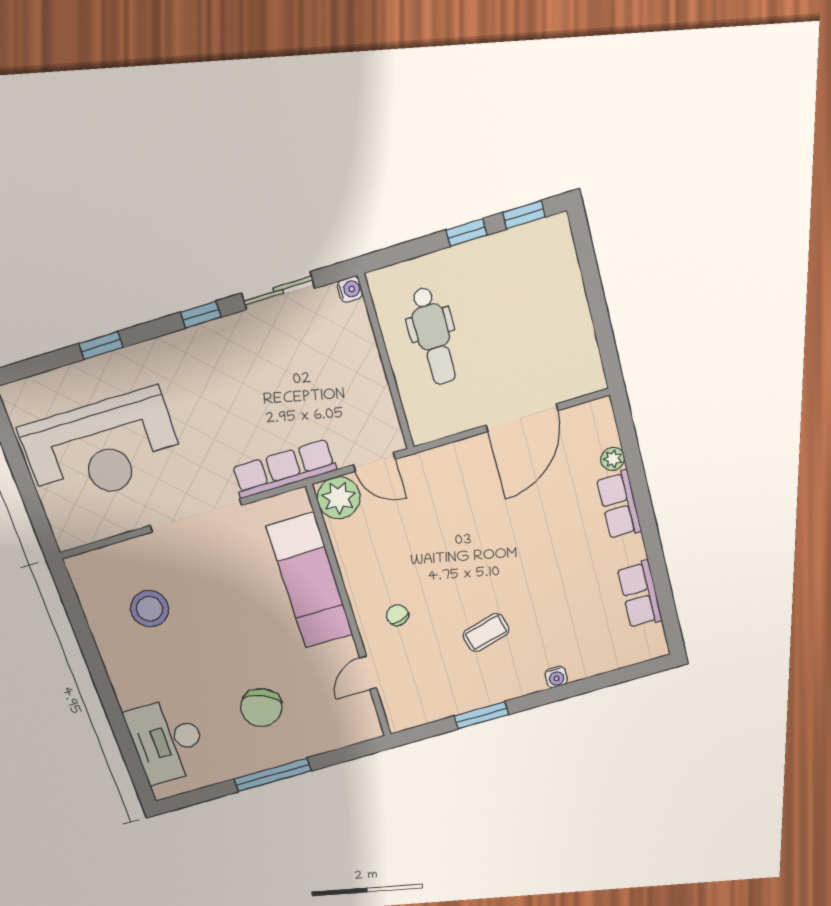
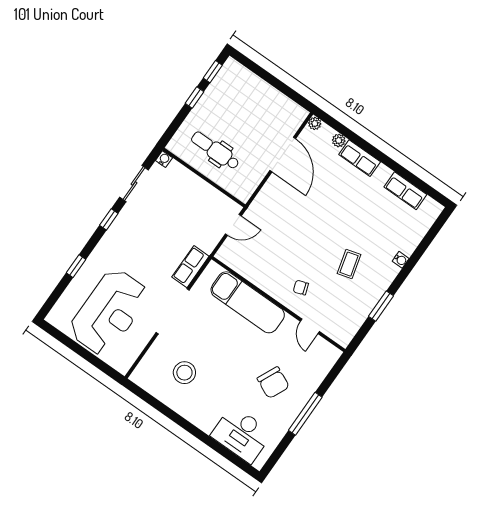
dental chair: (433, 336) -> (215, 151), turned 180
row of seats: (284, 469) -> (190, 267), width x0.68
plant: (339, 498) -> (315, 123), moved, width x0.53, depth x0.53

